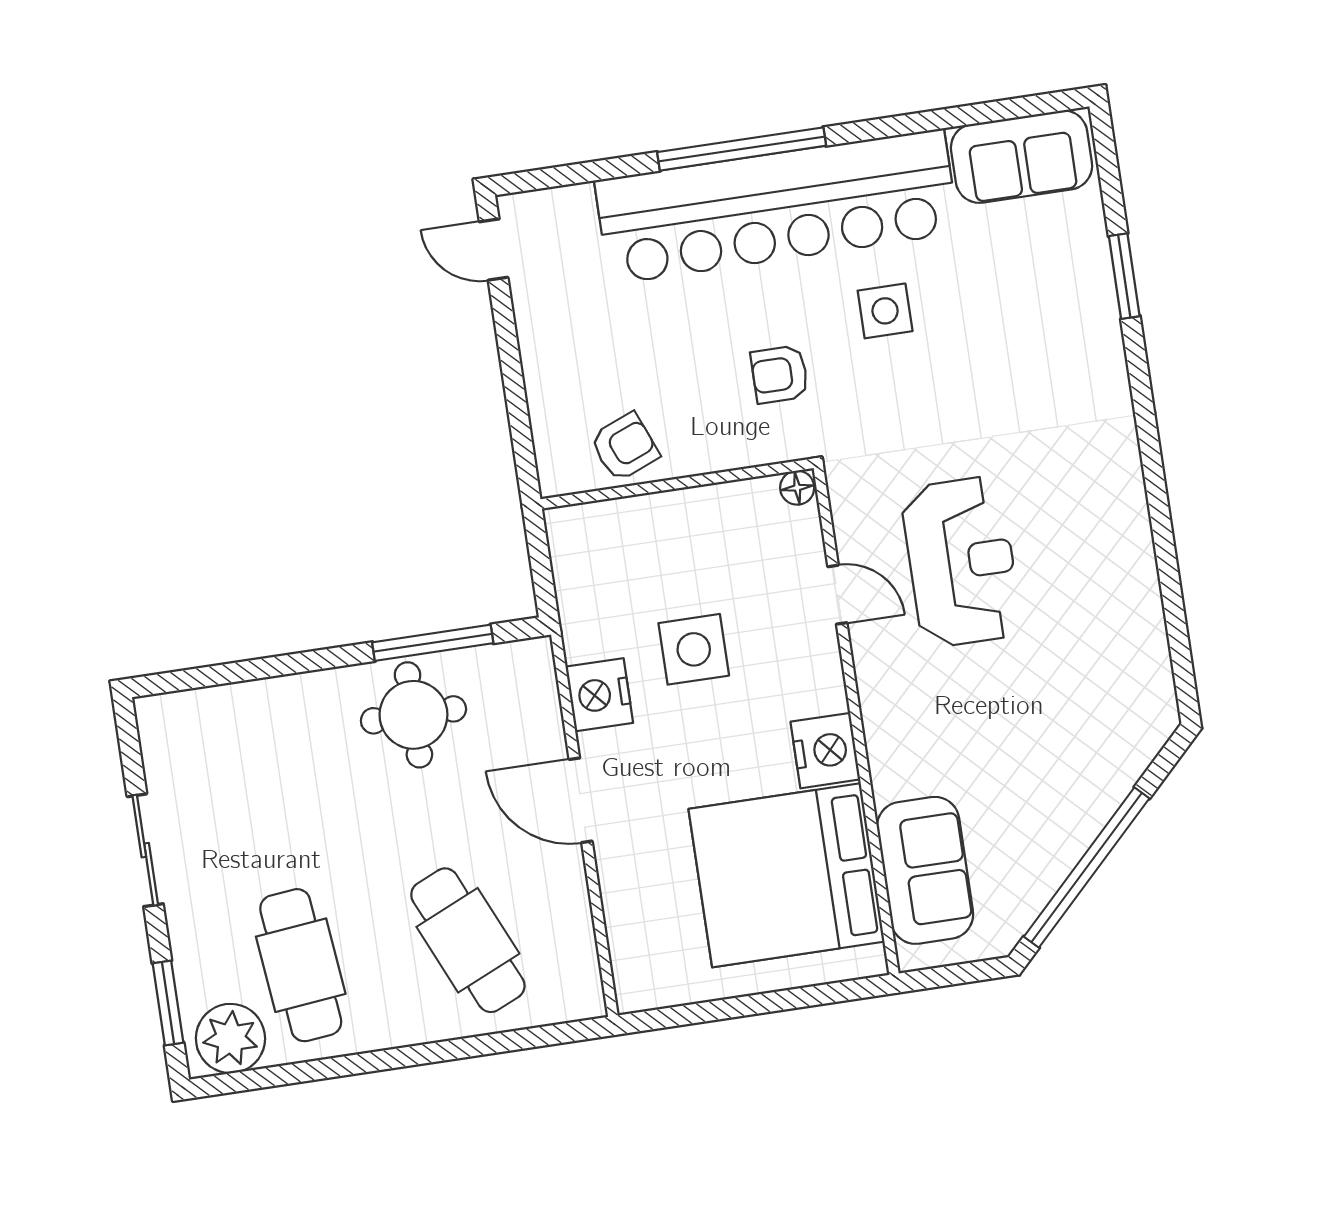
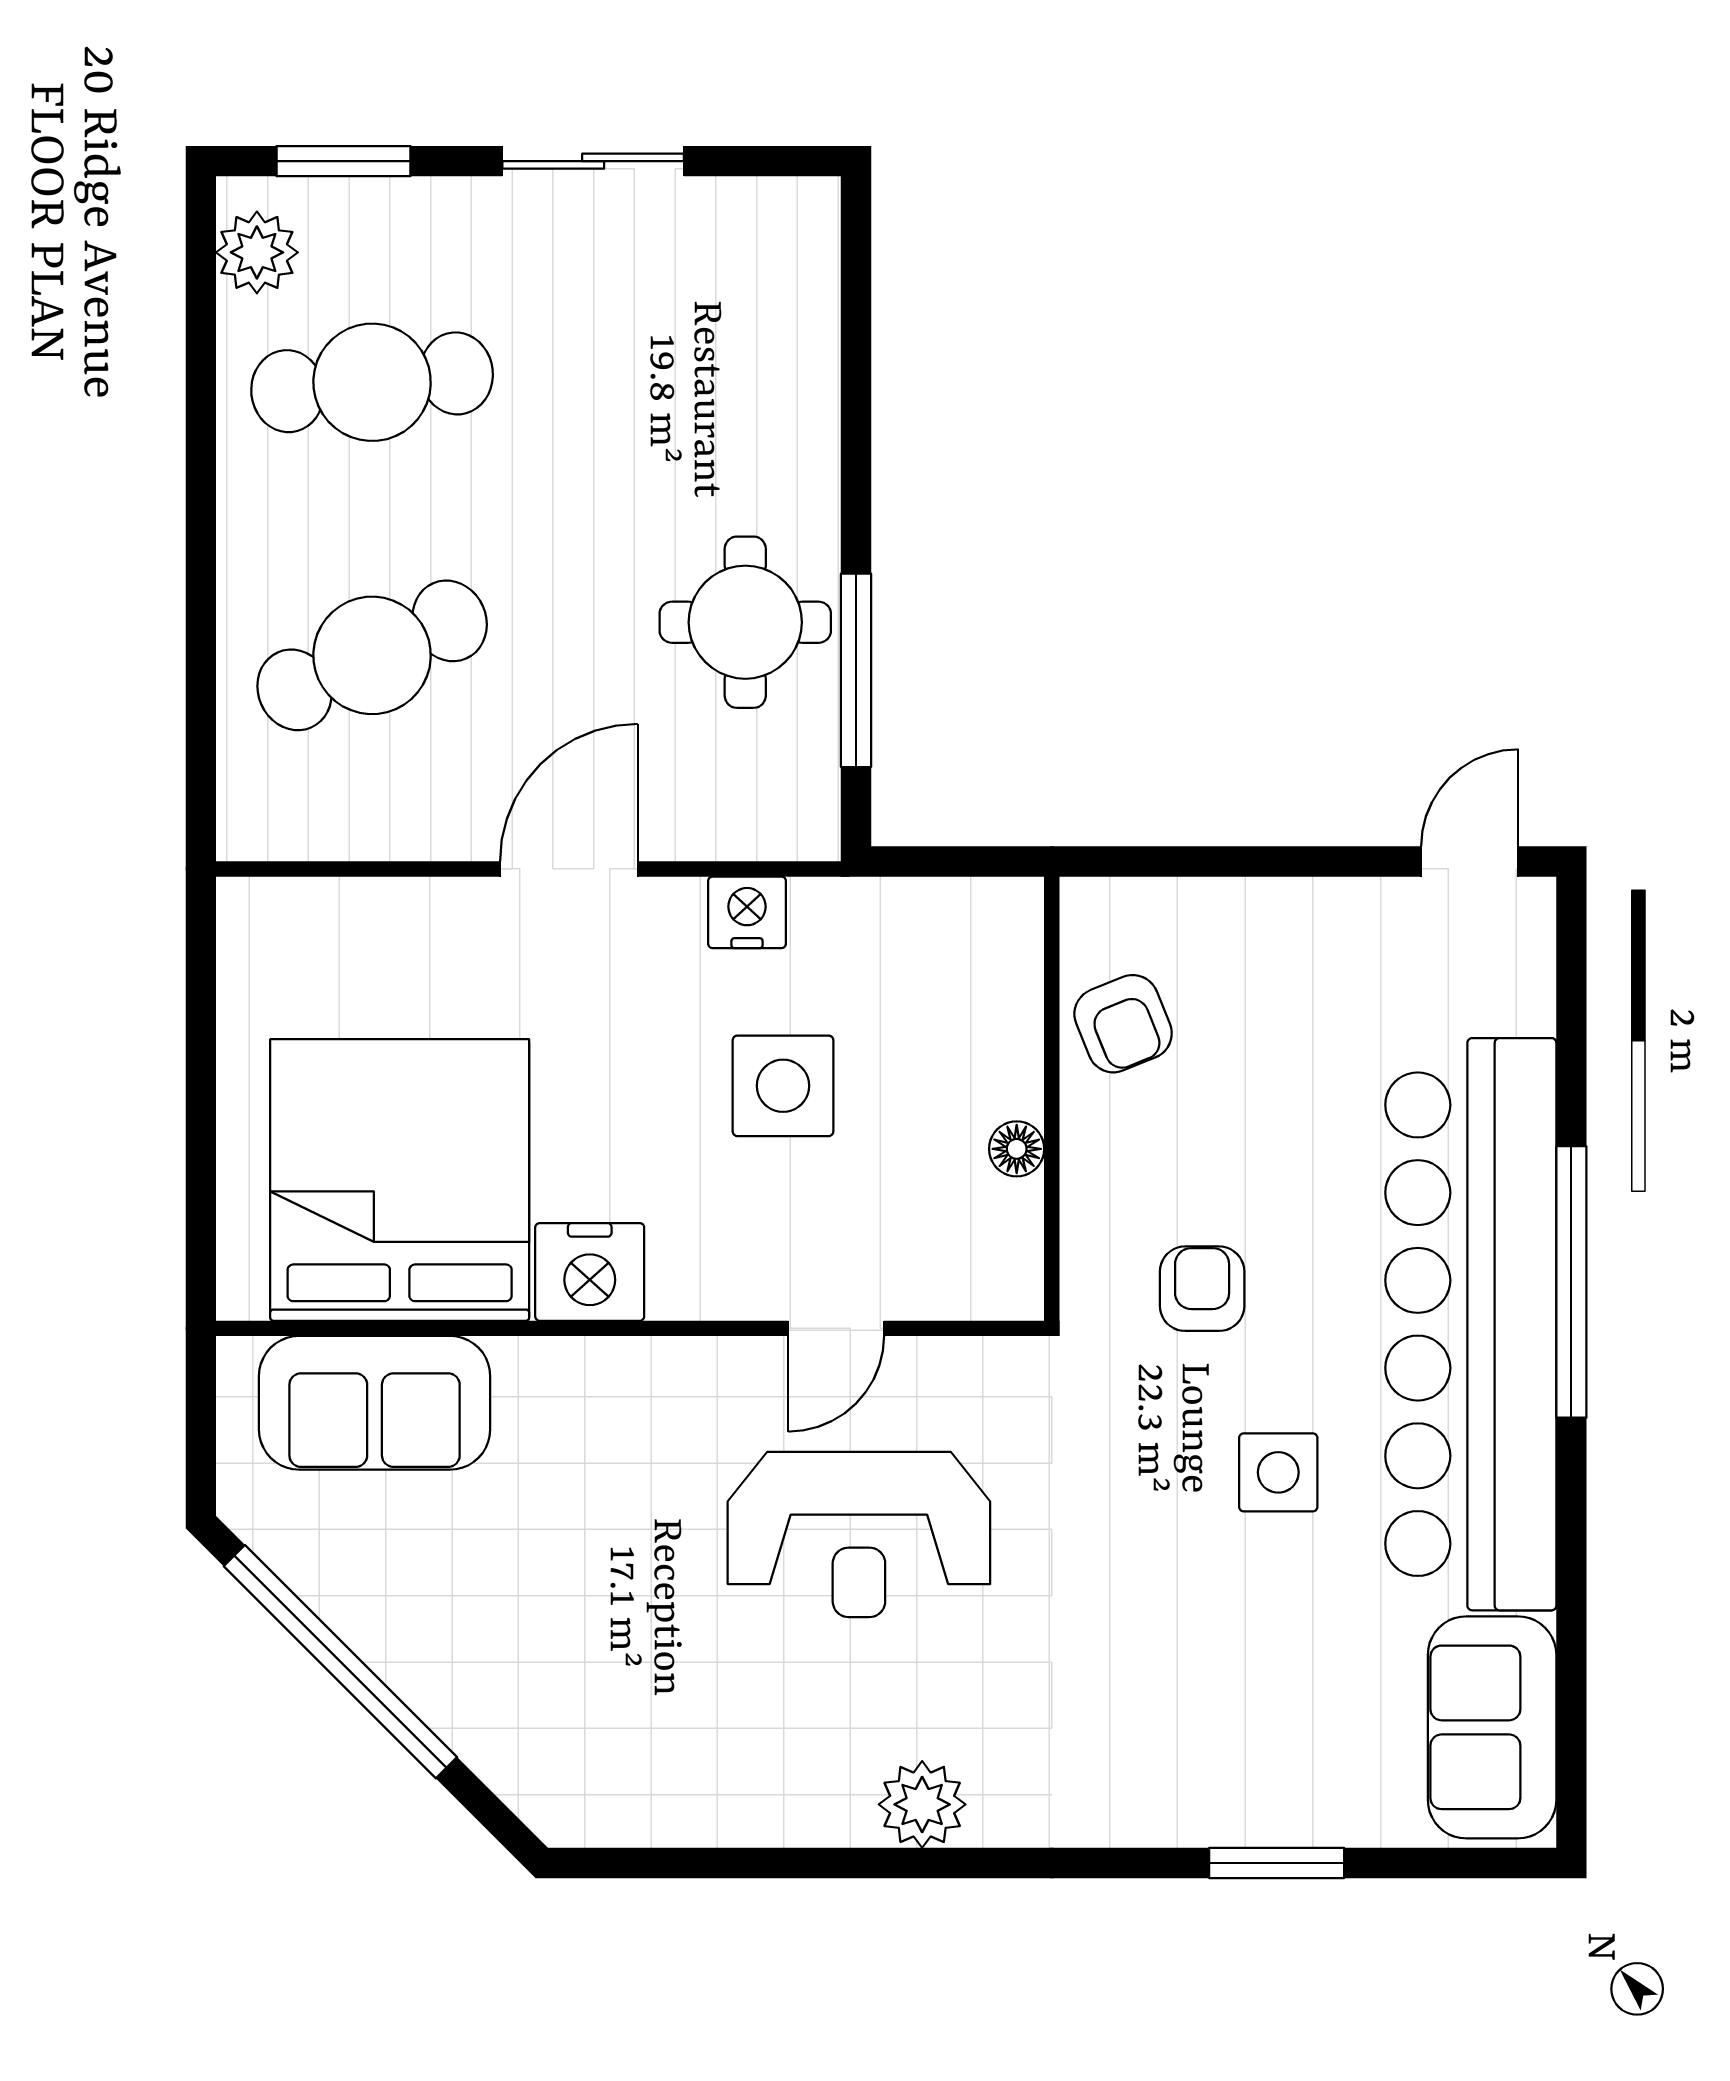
floor lamp: (797, 488) -> (1017, 1149), moved
plant: (1121, 498) -> (922, 1804), added
nightstand: (599, 695) -> (747, 912), width x0.74, depth x0.75
plant: (230, 1038) -> (257, 252), width x0.73, depth x0.73

